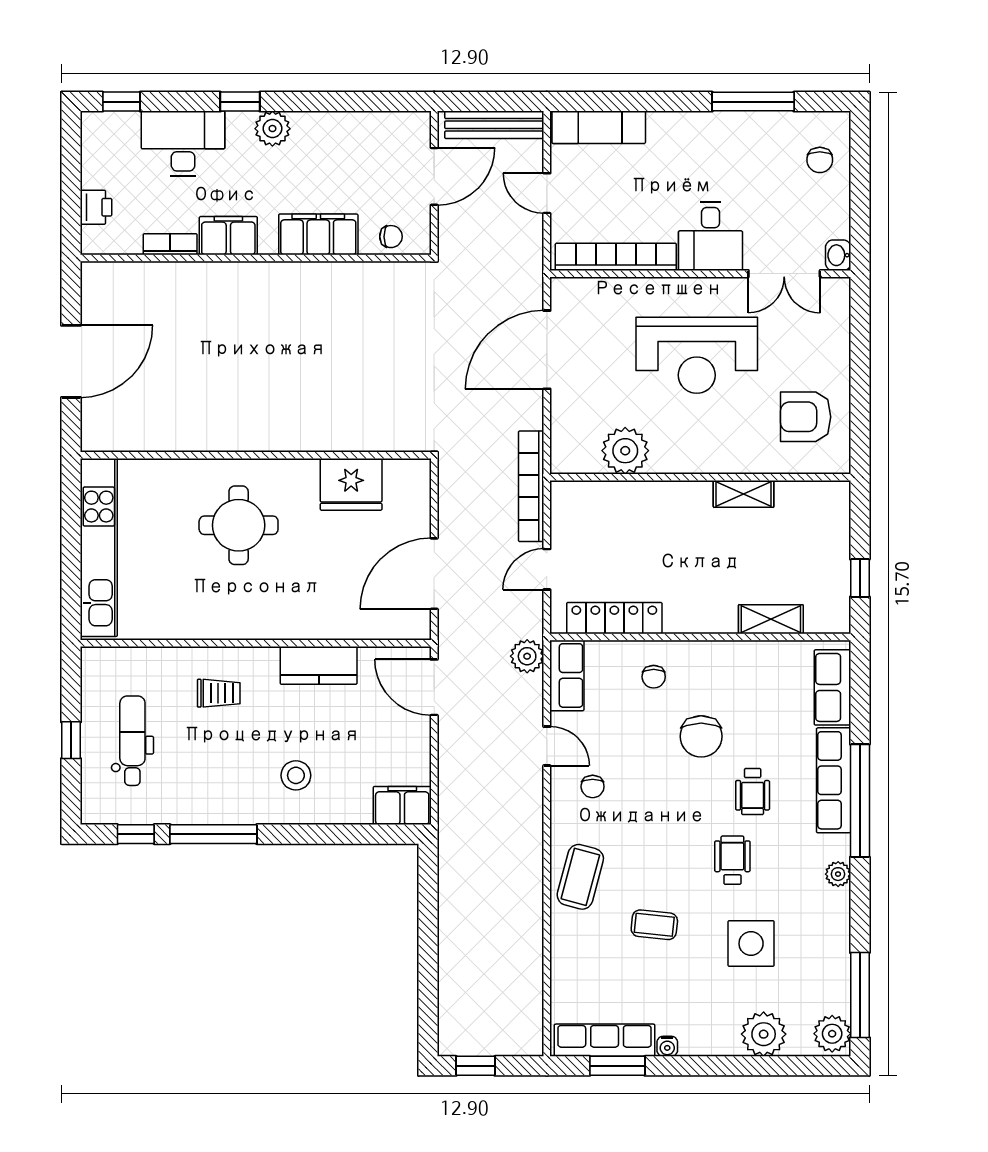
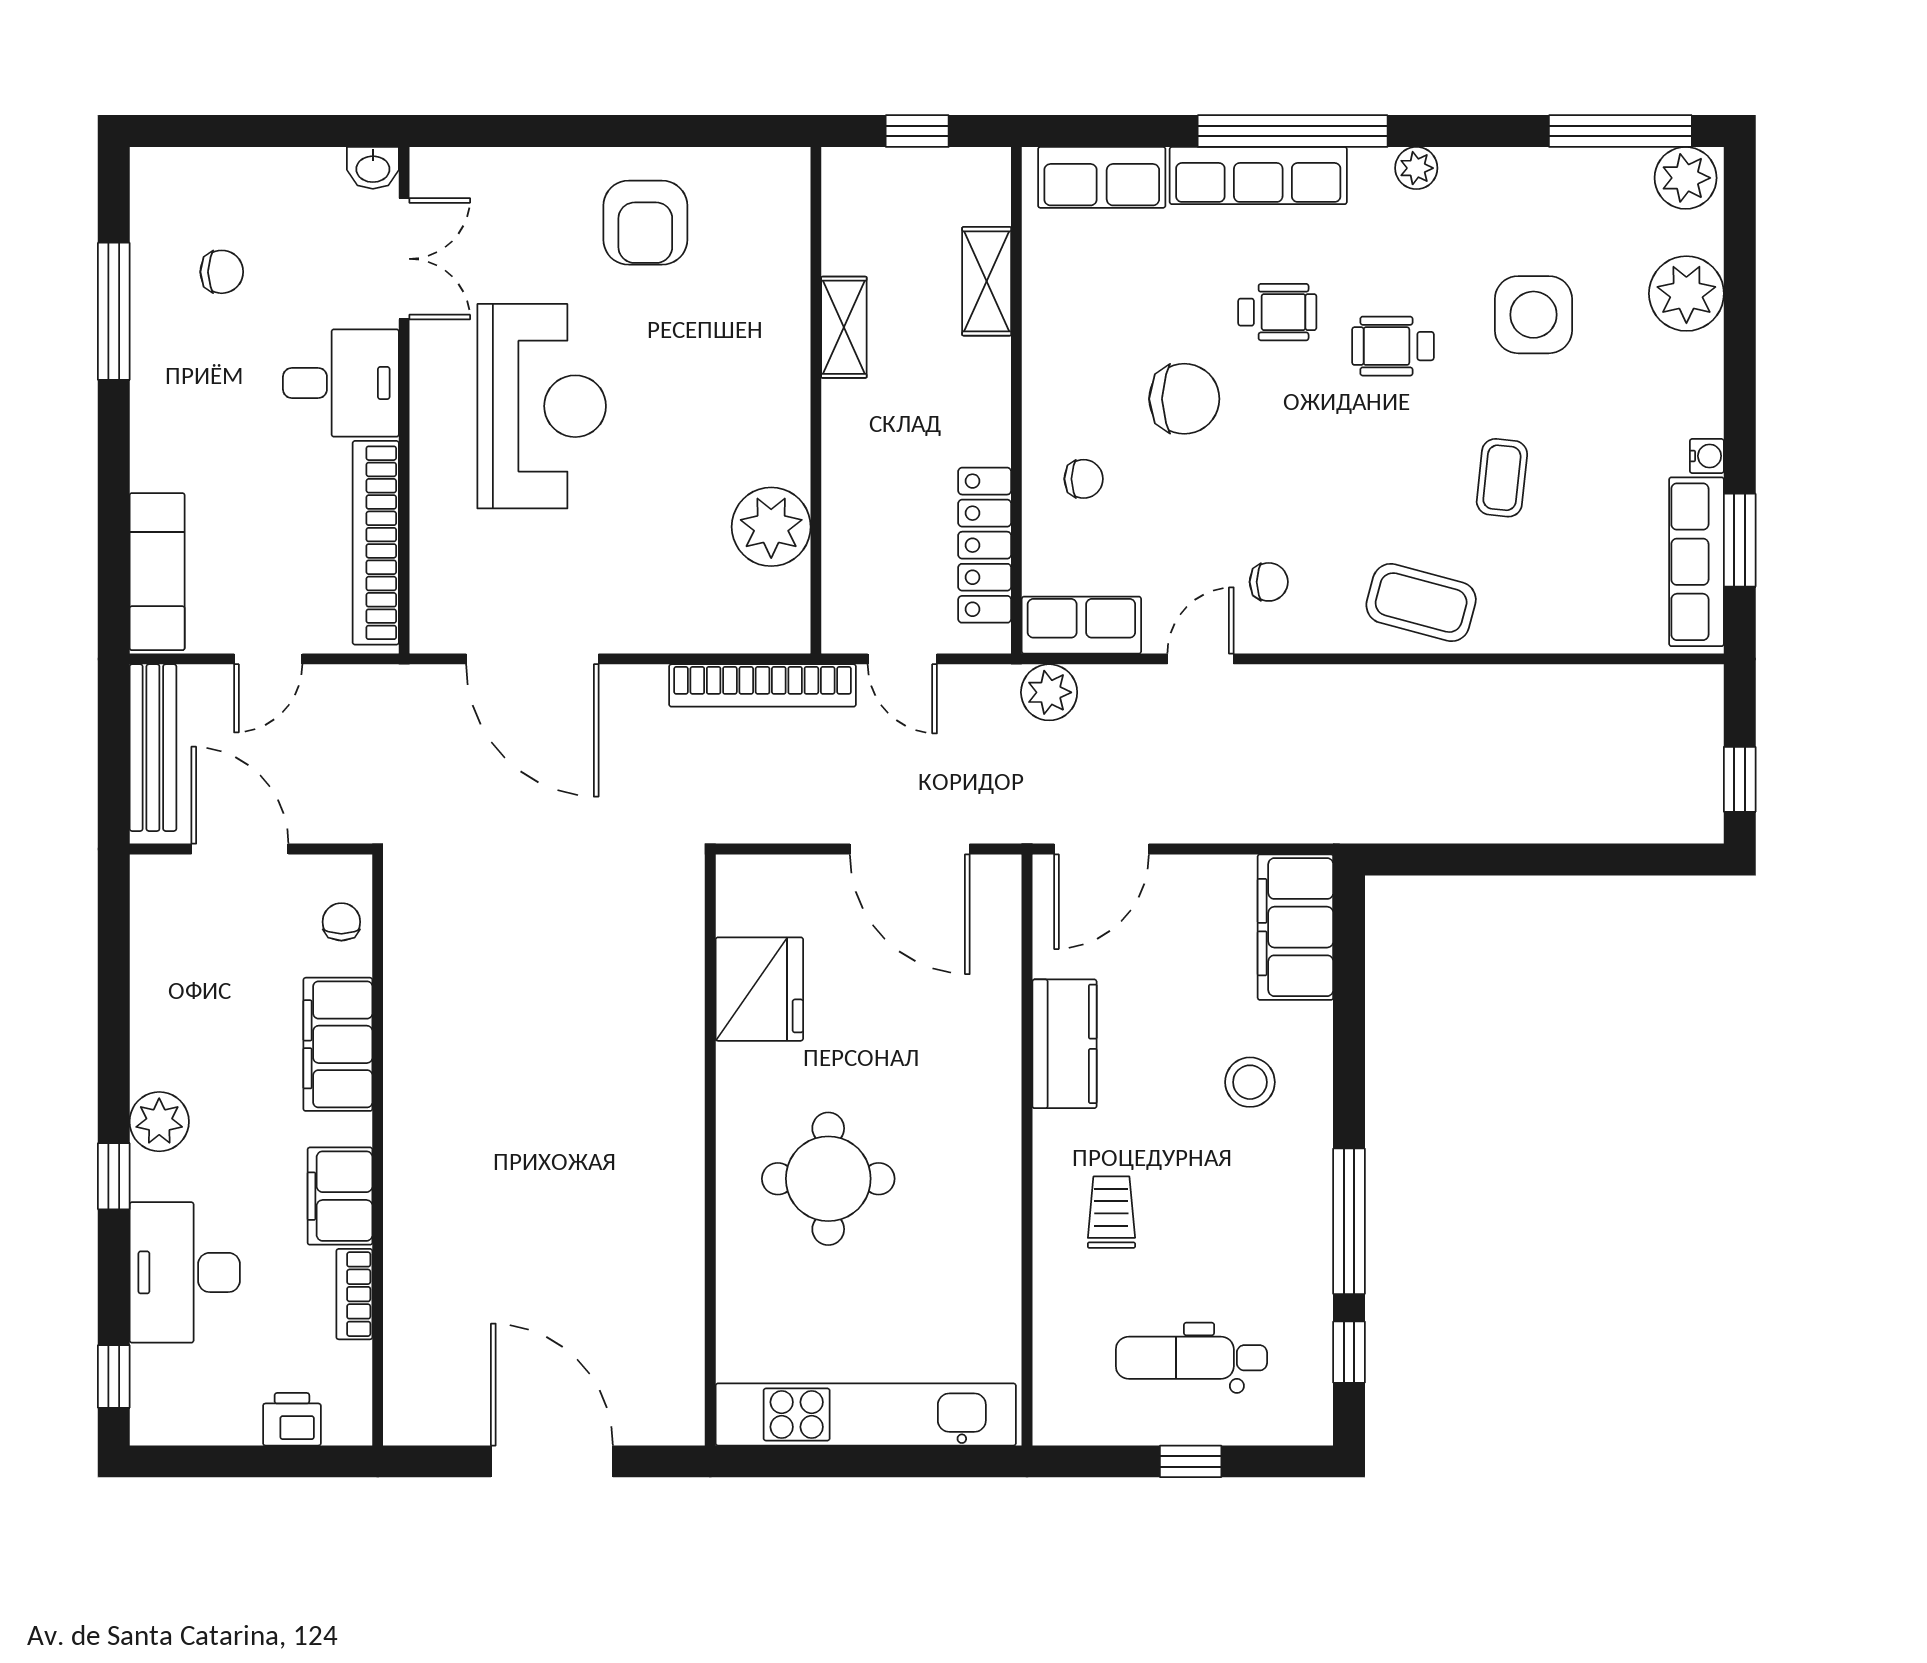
chair: (820, 160) -> (222, 272), moved
plant: (625, 451) -> (771, 527), moved
wall: (700, 477) -> (816, 400), moved
shelving: (744, 494) -> (844, 327), moved
filing cabinet: (402, 806) -> (1295, 927), width x1.50, depth x1.17

